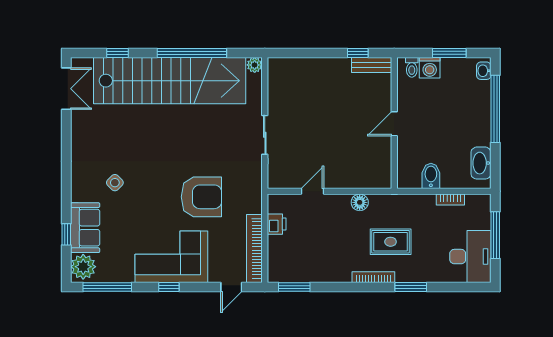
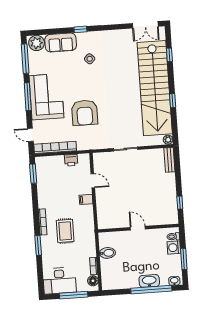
window: (192, 53) -> (173, 101), width x0.32
bench: (372, 65) -> (169, 160), moved
washbasin: (481, 163) -> (149, 281), moved
floor lamp: (360, 202) -> (93, 281), moved
filing cabinet: (342, 204) -> (86, 199), added
window: (66, 234) -> (80, 29), moved
window: (169, 287) -> (28, 97), width x2.17

